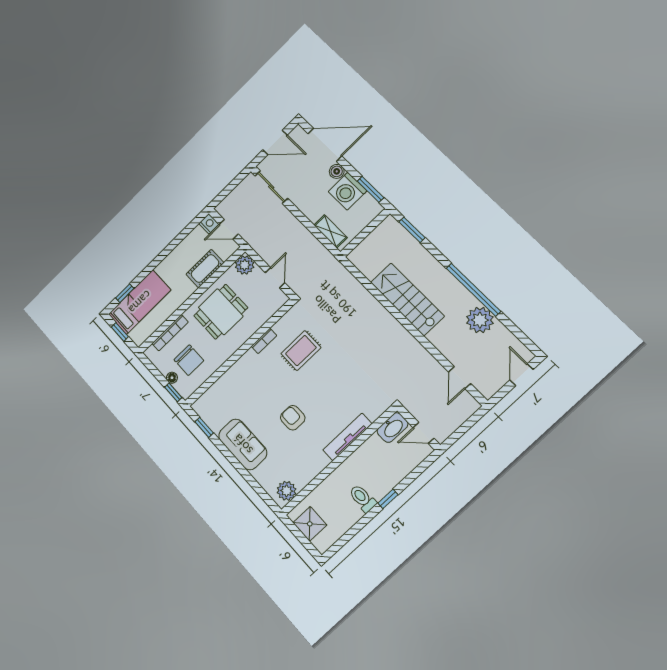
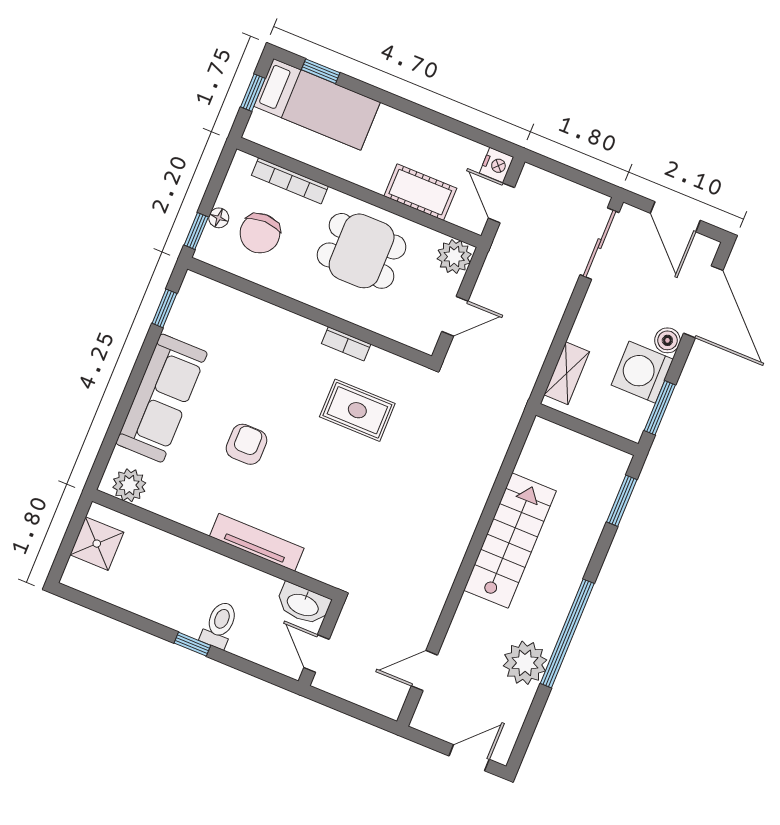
sofa: (243, 444) -> (162, 398), width x1.36
toilet: (363, 498) -> (220, 625), moved

